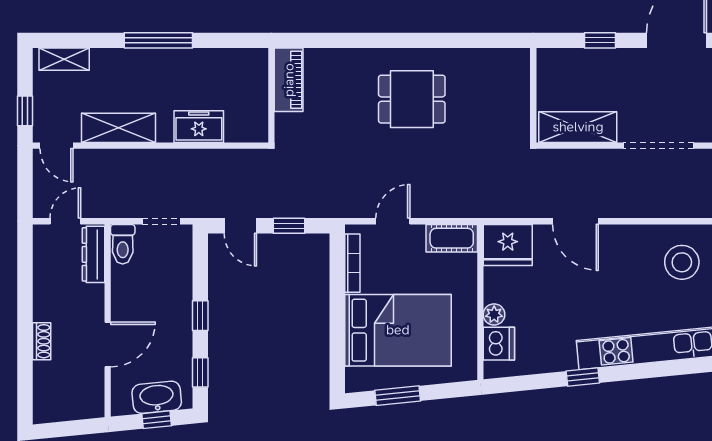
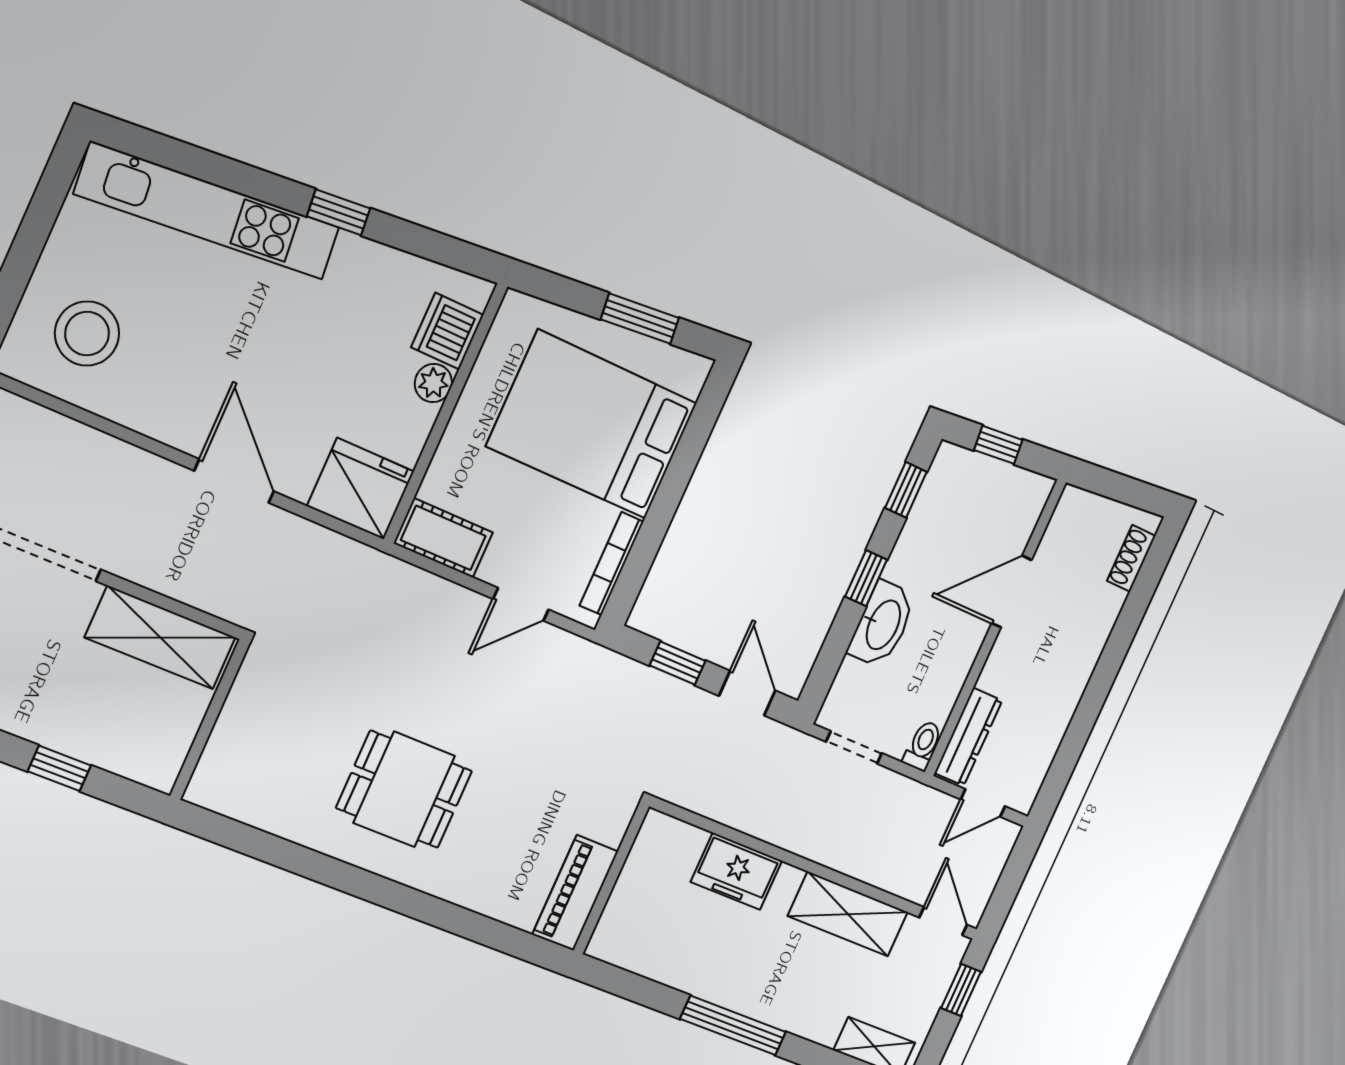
toilet: (123, 244) -> (923, 746), width x0.73, depth x0.72
shoe rack: (42, 341) -> (1131, 558), moved
washbasin: (157, 397) -> (882, 624), moved, turned -84

